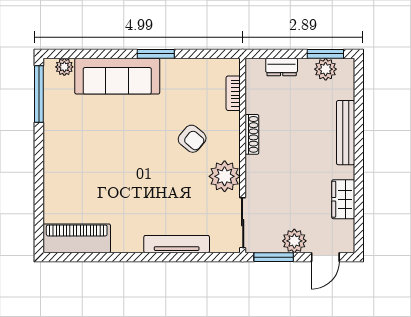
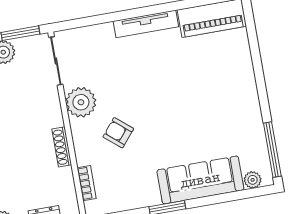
tv unit: (177, 244) -> (146, 24), moved

